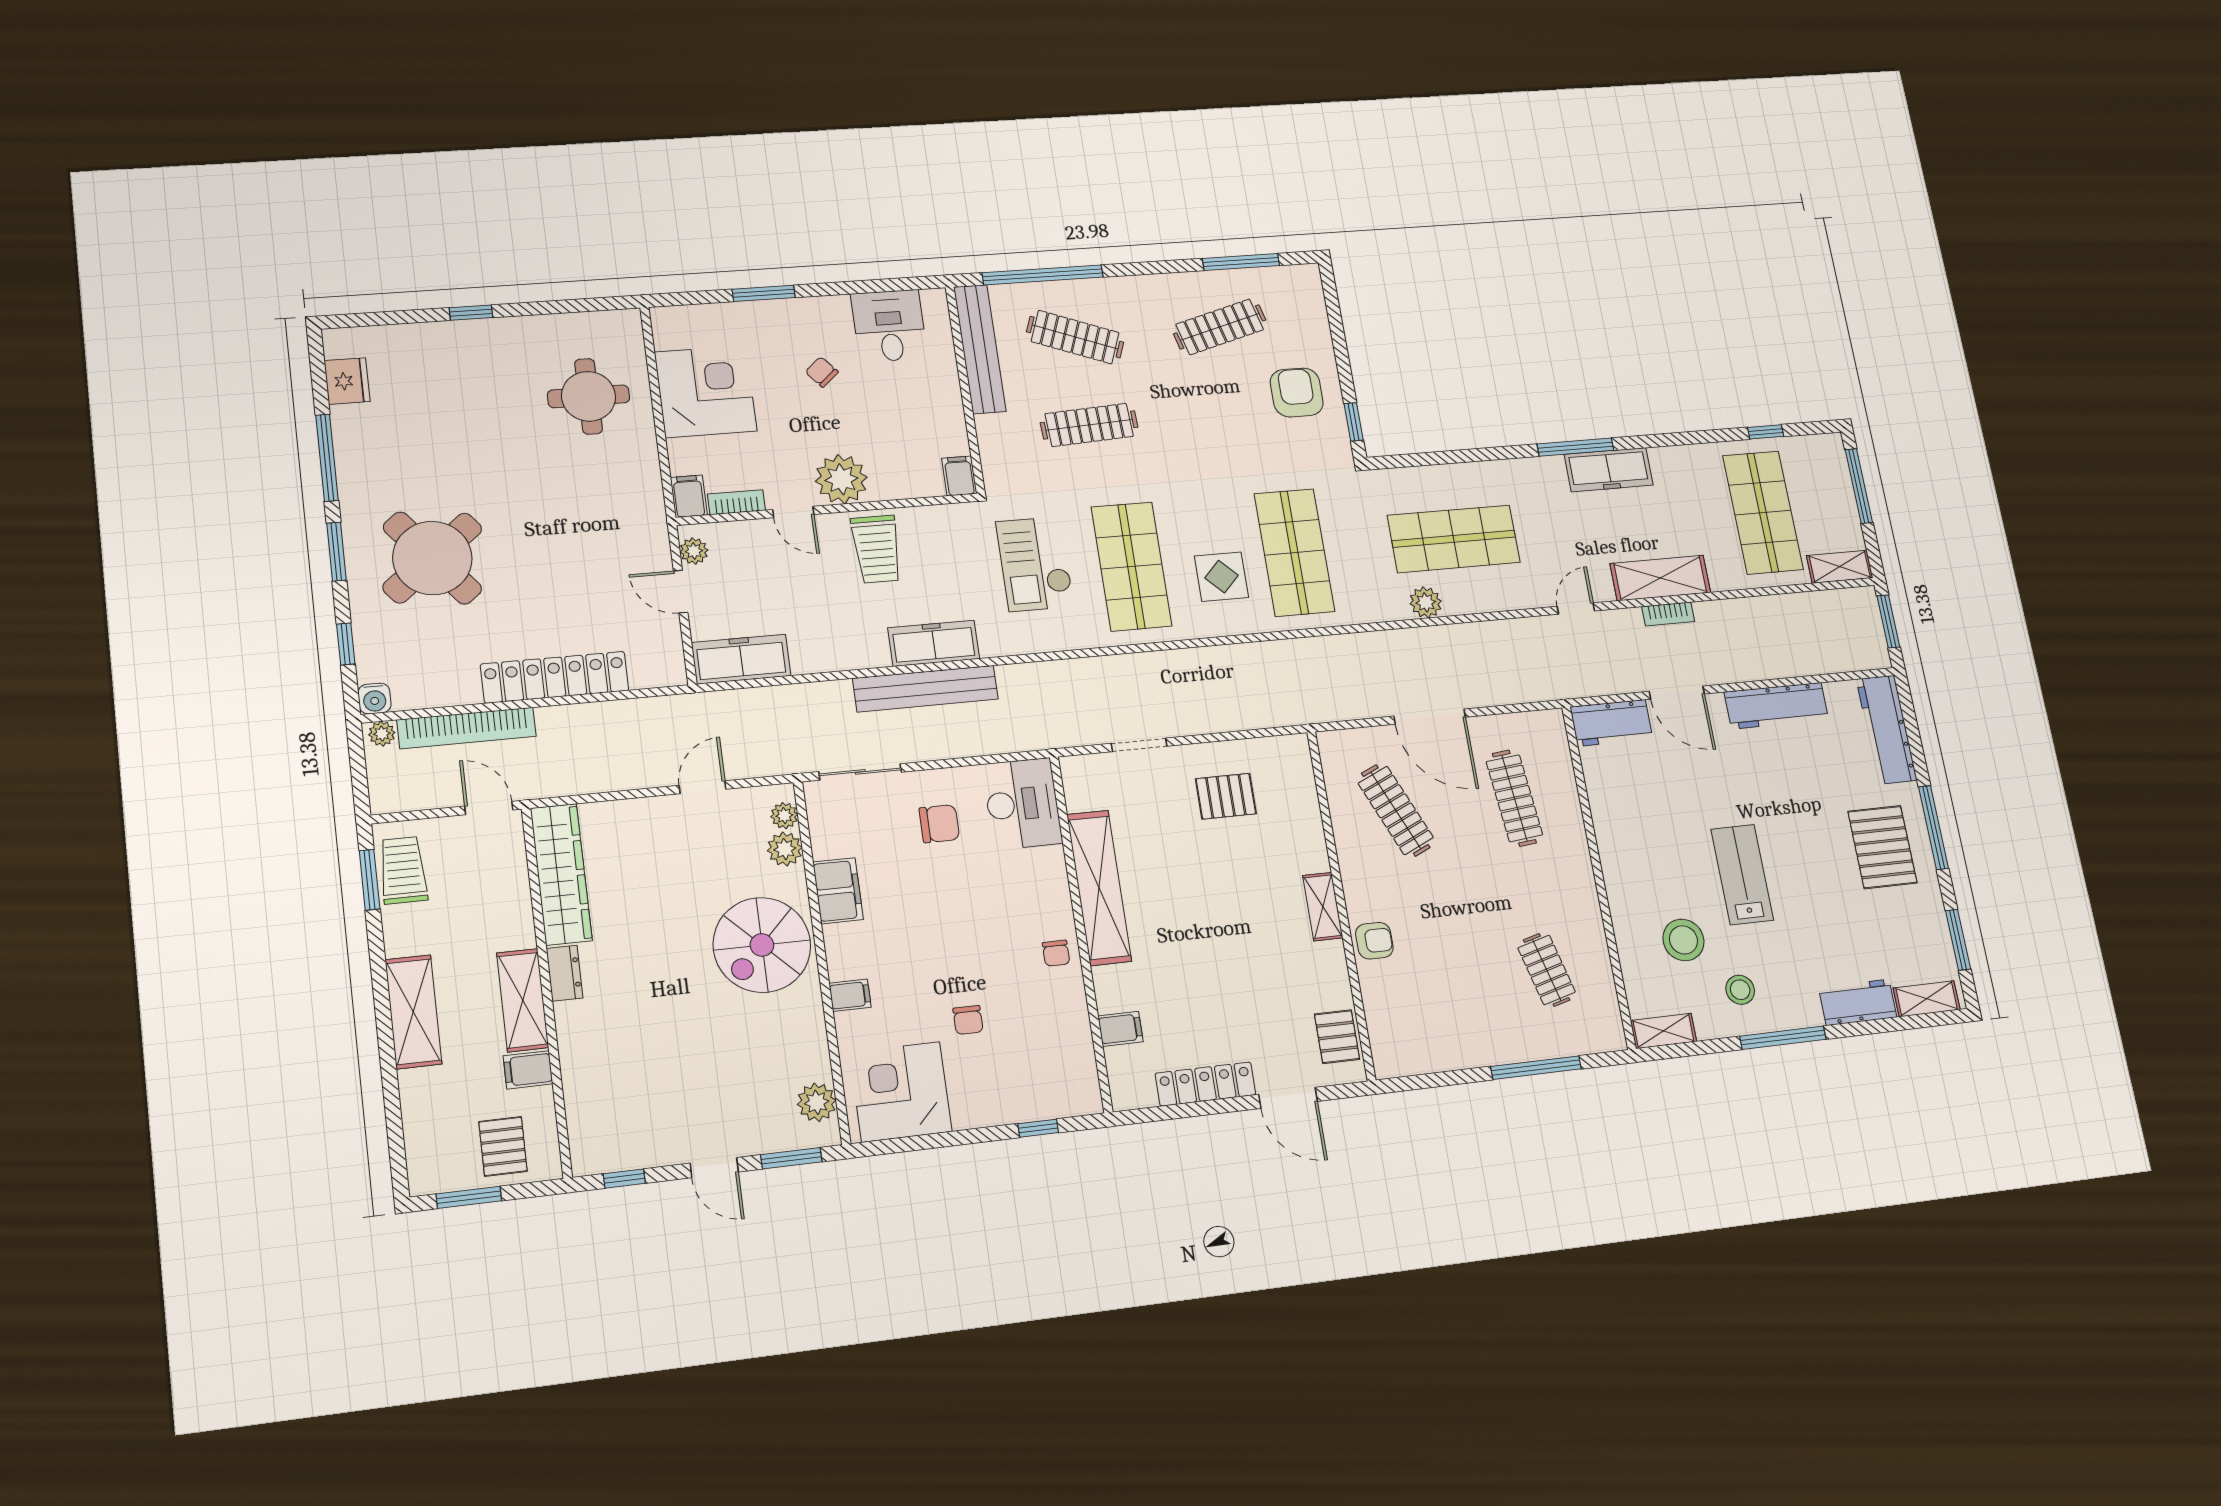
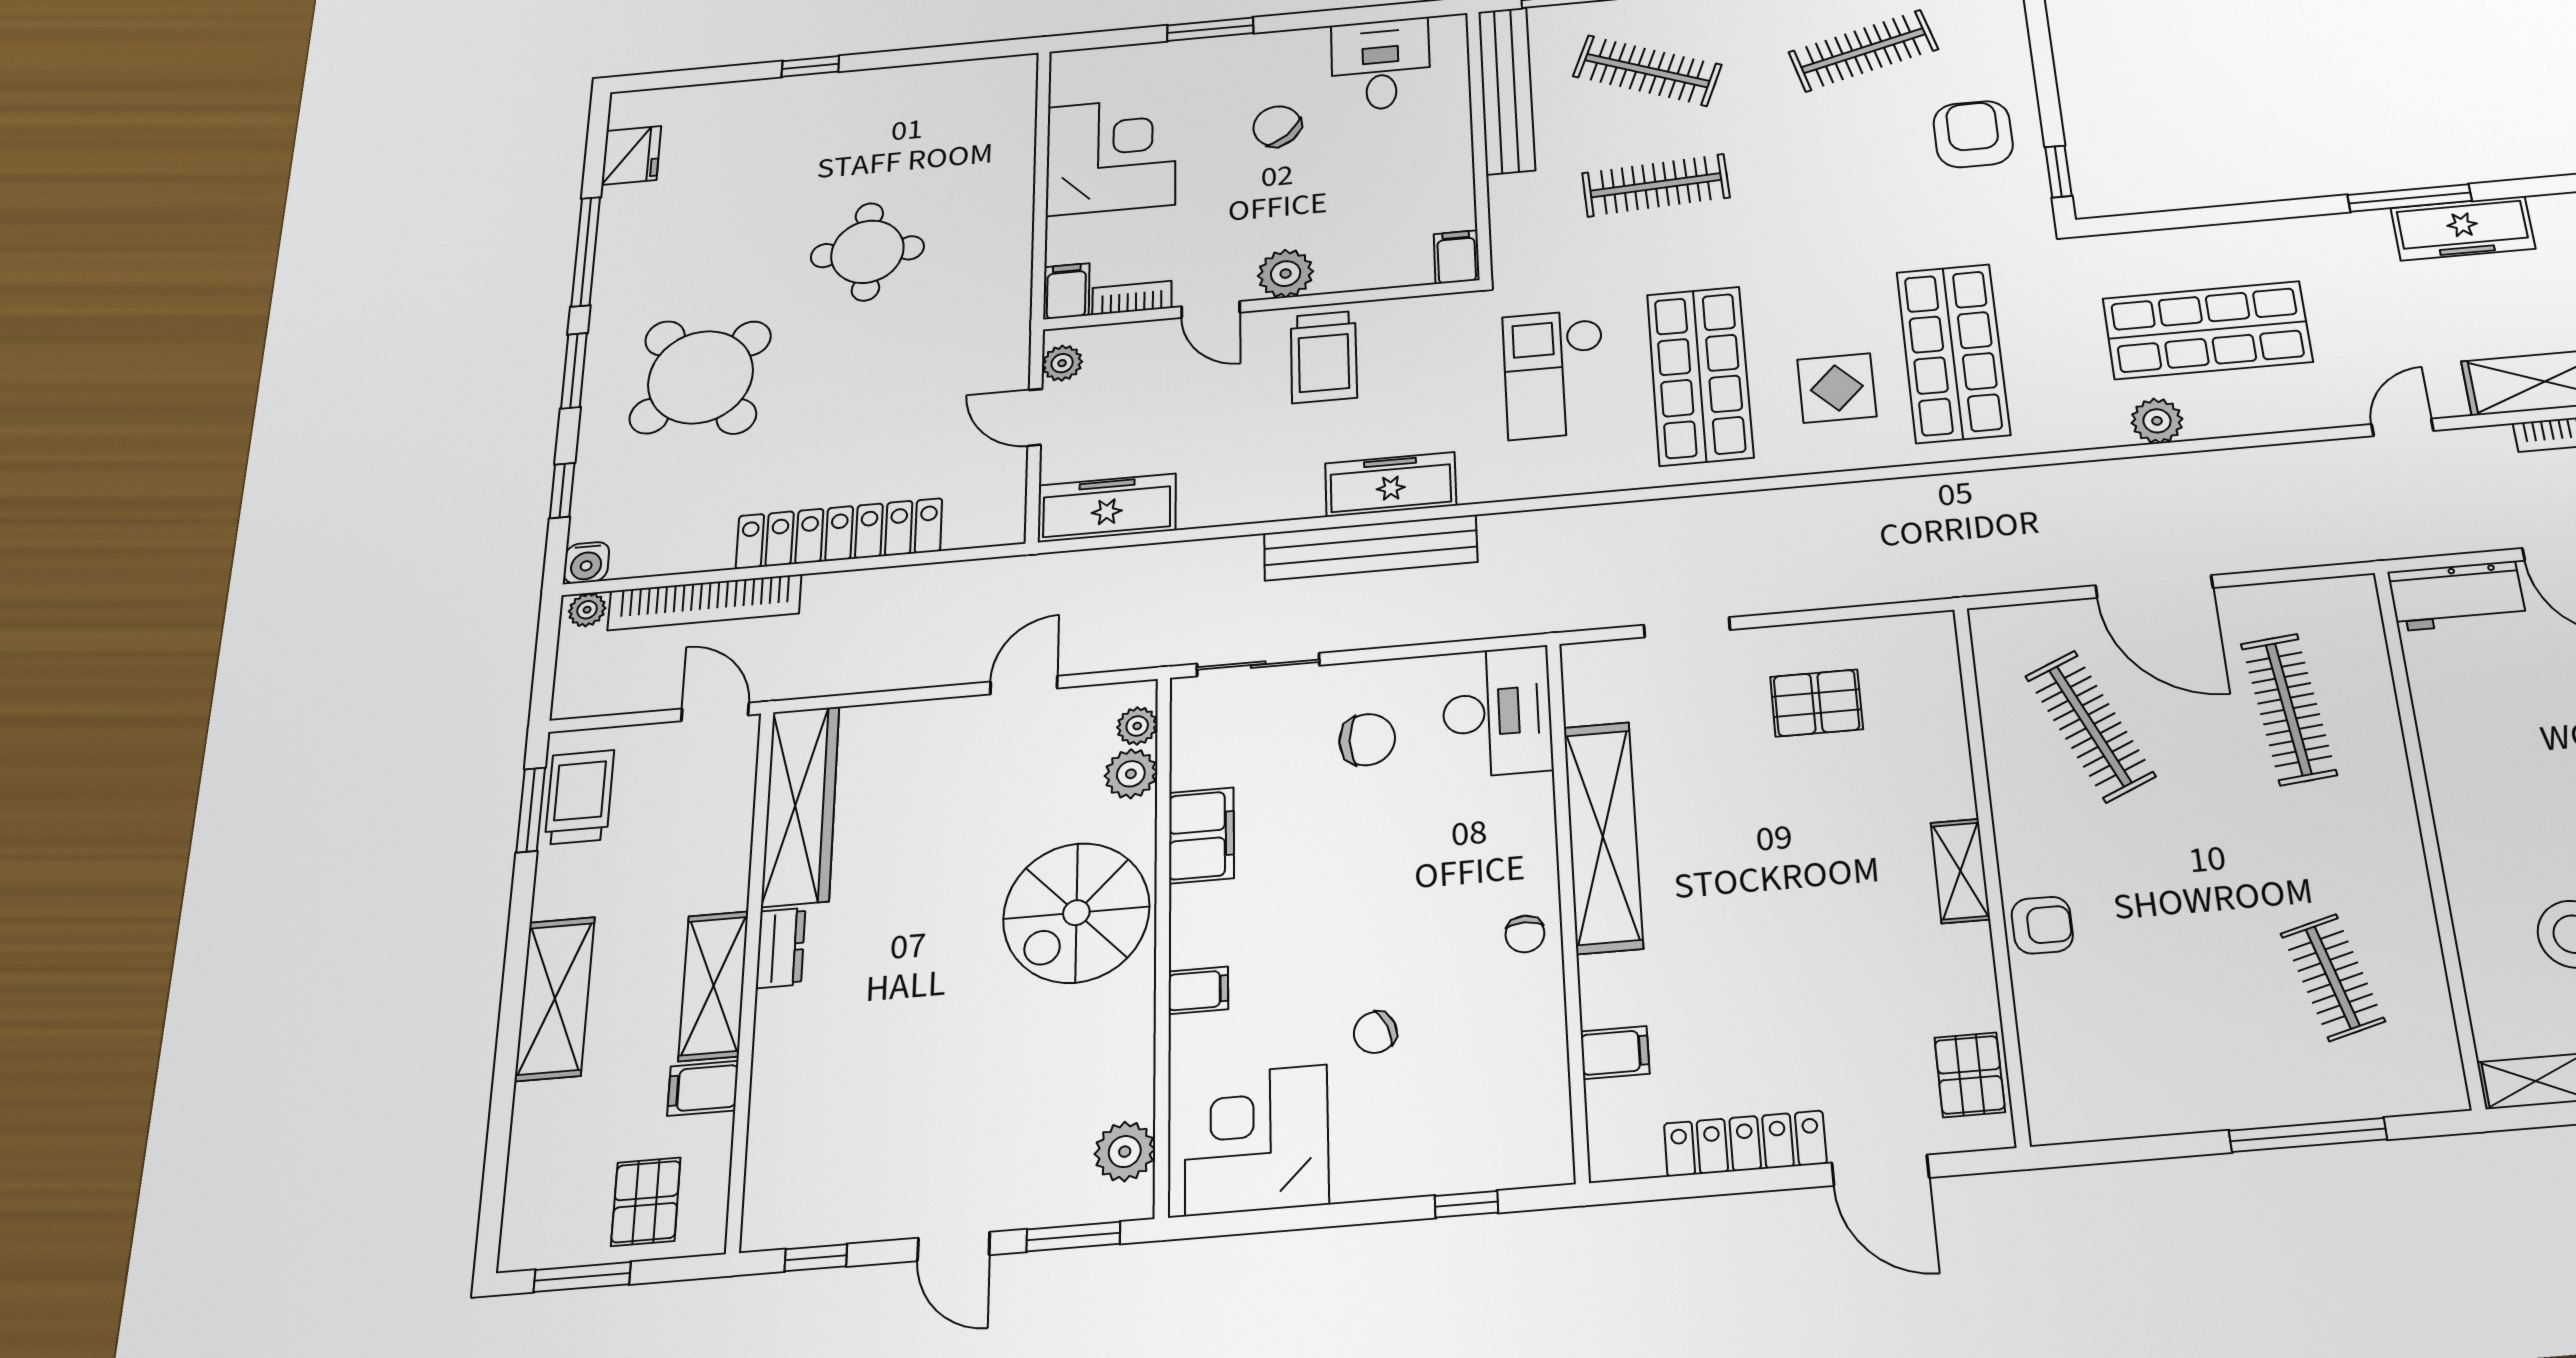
chair: (822, 372) -> (1277, 126), width x1.37, depth x1.37
round table: (589, 396) -> (867, 252), moved
plant: (841, 479) -> (1286, 274), width x0.73, depth x0.73
chair: (968, 1020) -> (1375, 1032), turned 66

